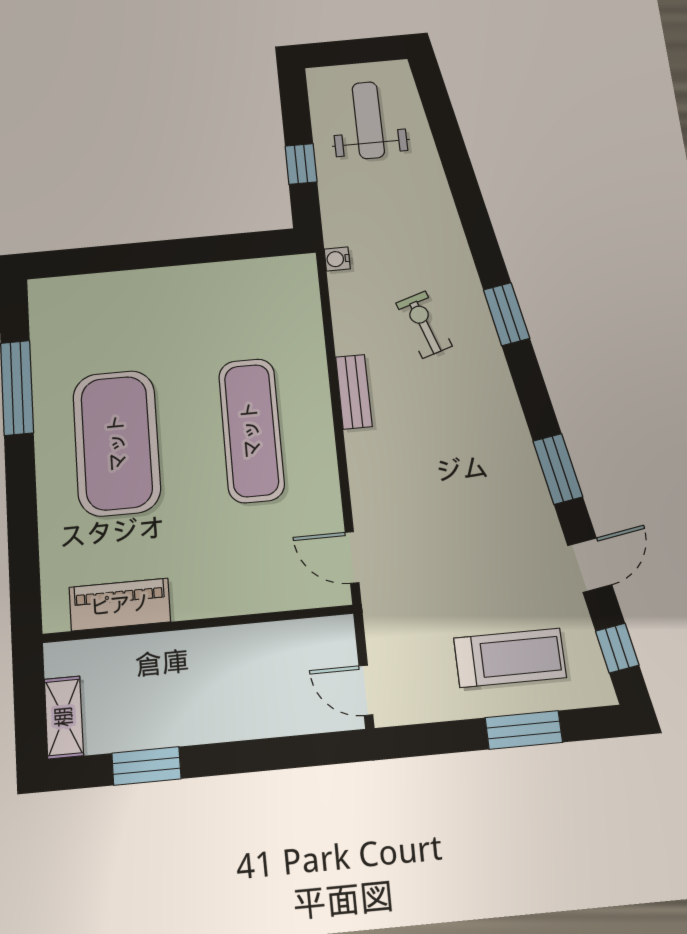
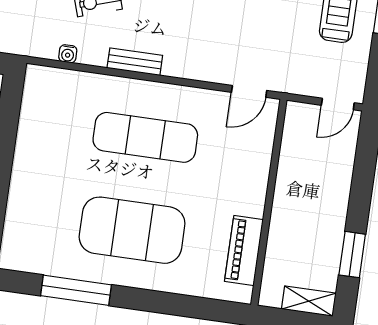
water cooler: (337, 259) -> (68, 54), moved

